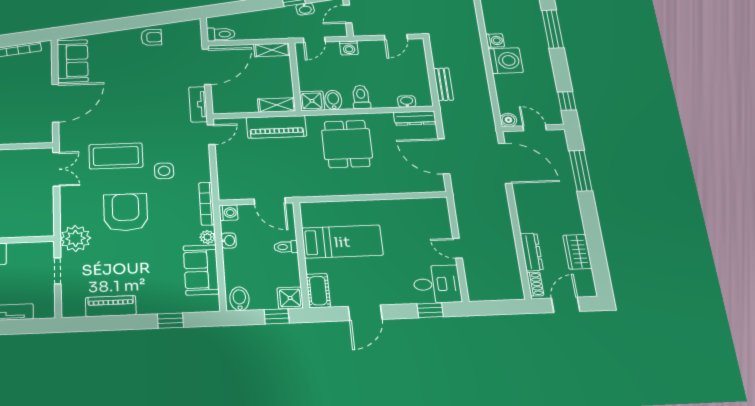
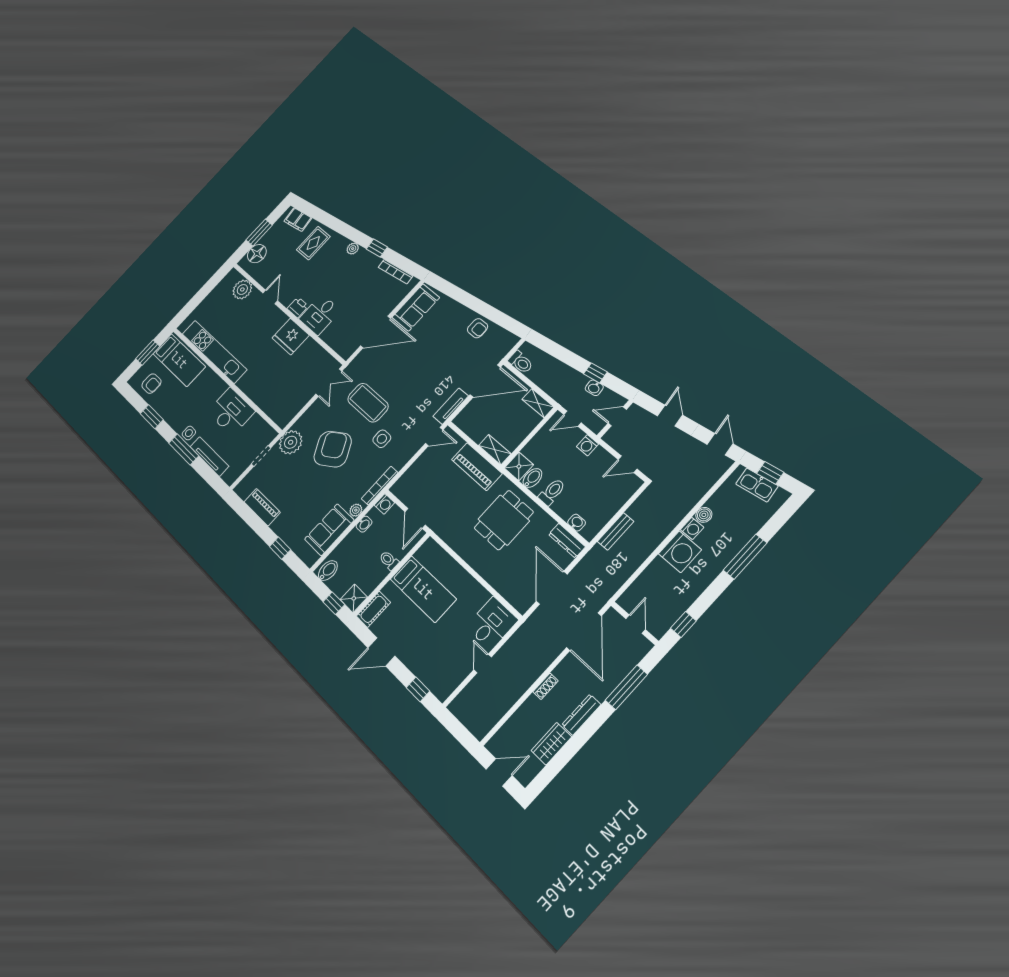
boiler: (508, 120) -> (704, 515), moved
armchair: (126, 212) -> (333, 449), turned -30
dresser: (532, 252) -> (581, 715), moved, turned 180
desk: (437, 284) -> (492, 623), moved, turned -90
shoe rack: (535, 284) -> (545, 686), moved

